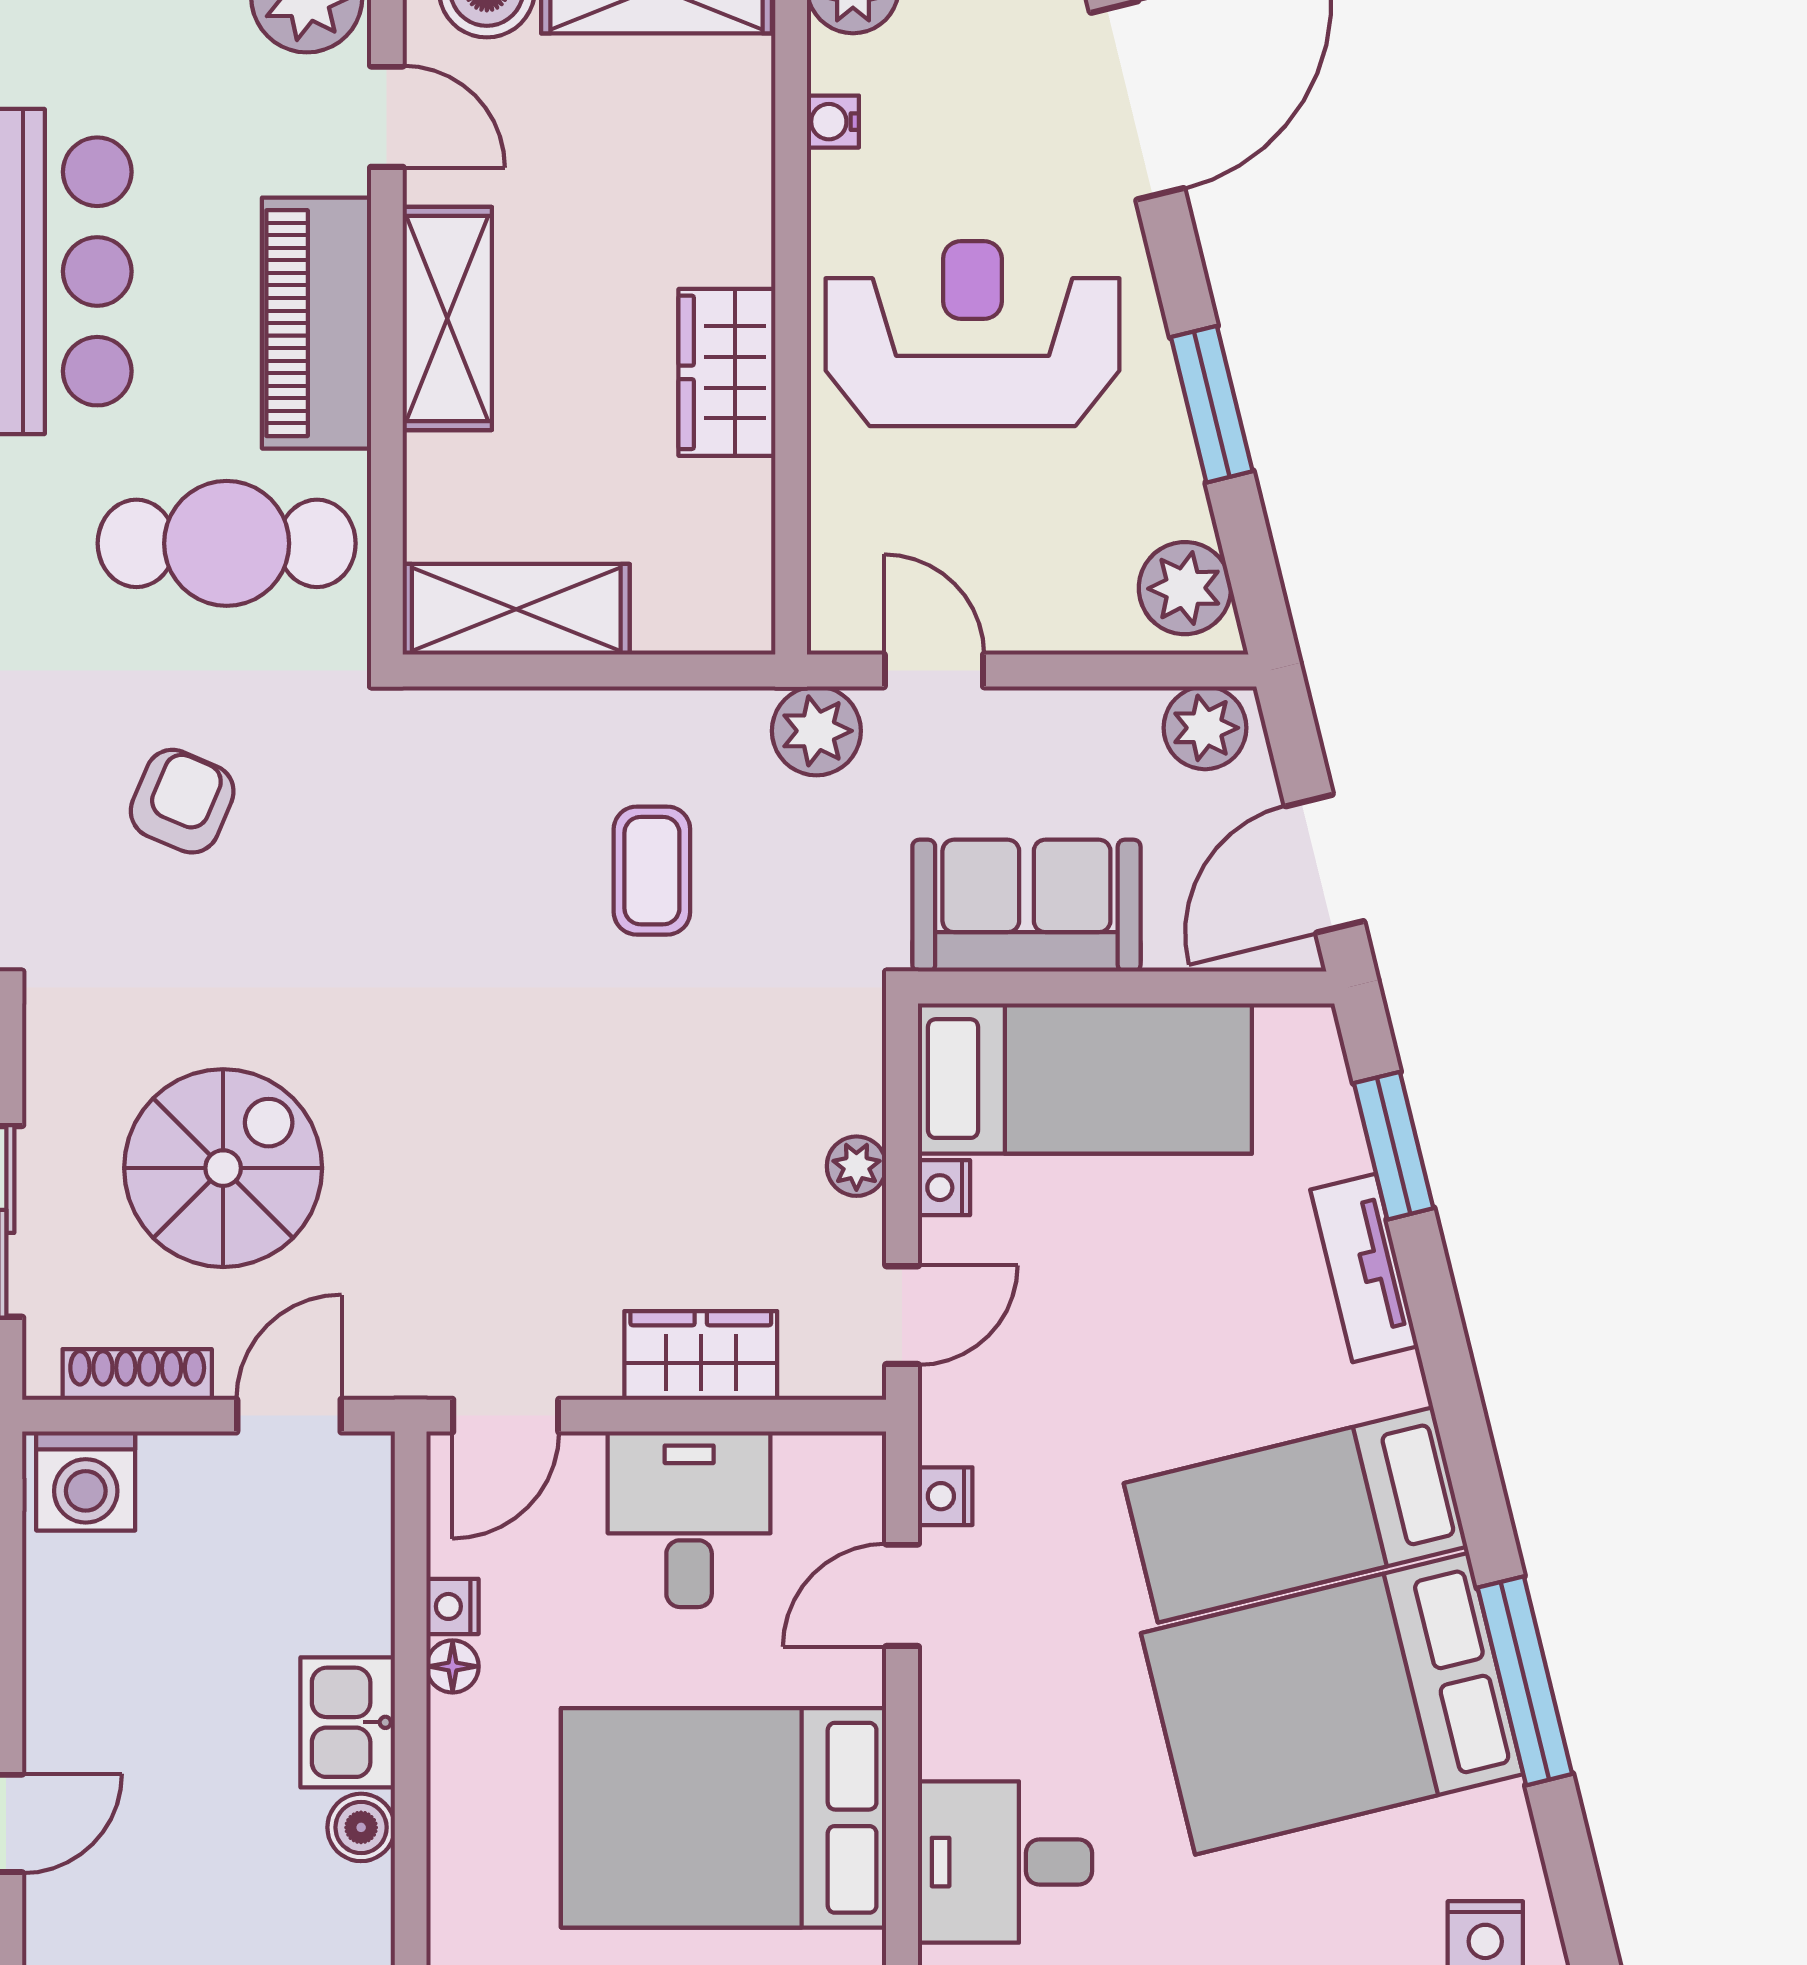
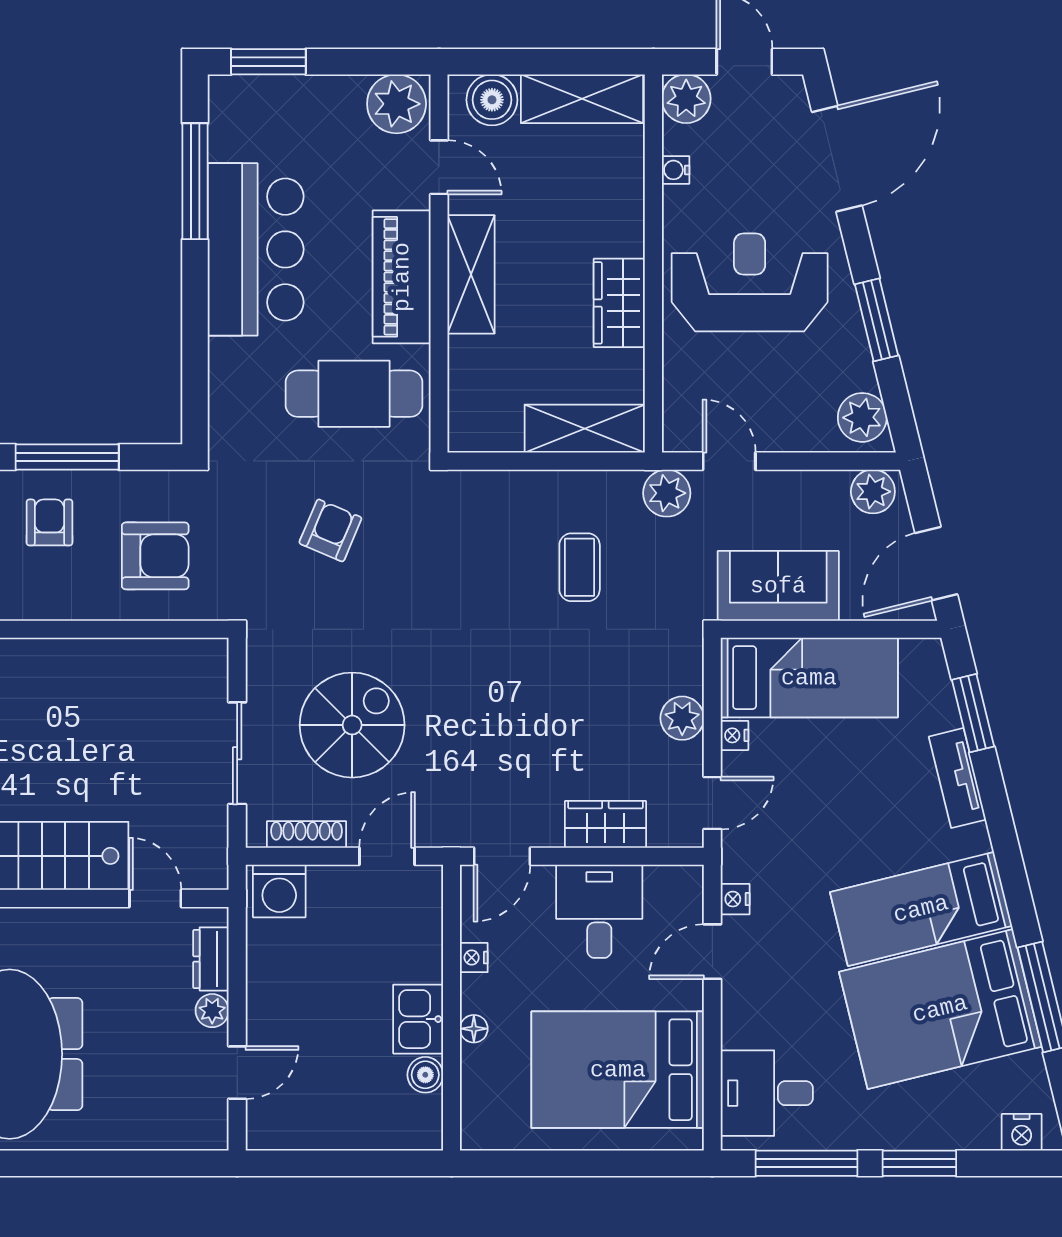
shelving: (516, 609) -> (585, 429), moved
plant: (856, 1166) -> (682, 718), width x1.38, depth x1.38
floor lamp: (453, 1666) -> (474, 1029), moved

